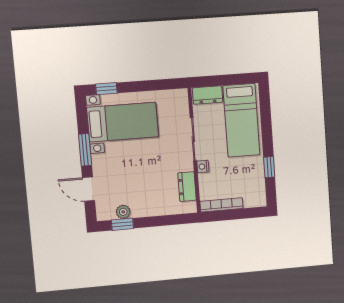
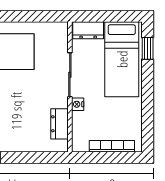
window: (269, 167) -> (148, 48), moved
bookcase: (221, 205) -> (112, 146), moved

